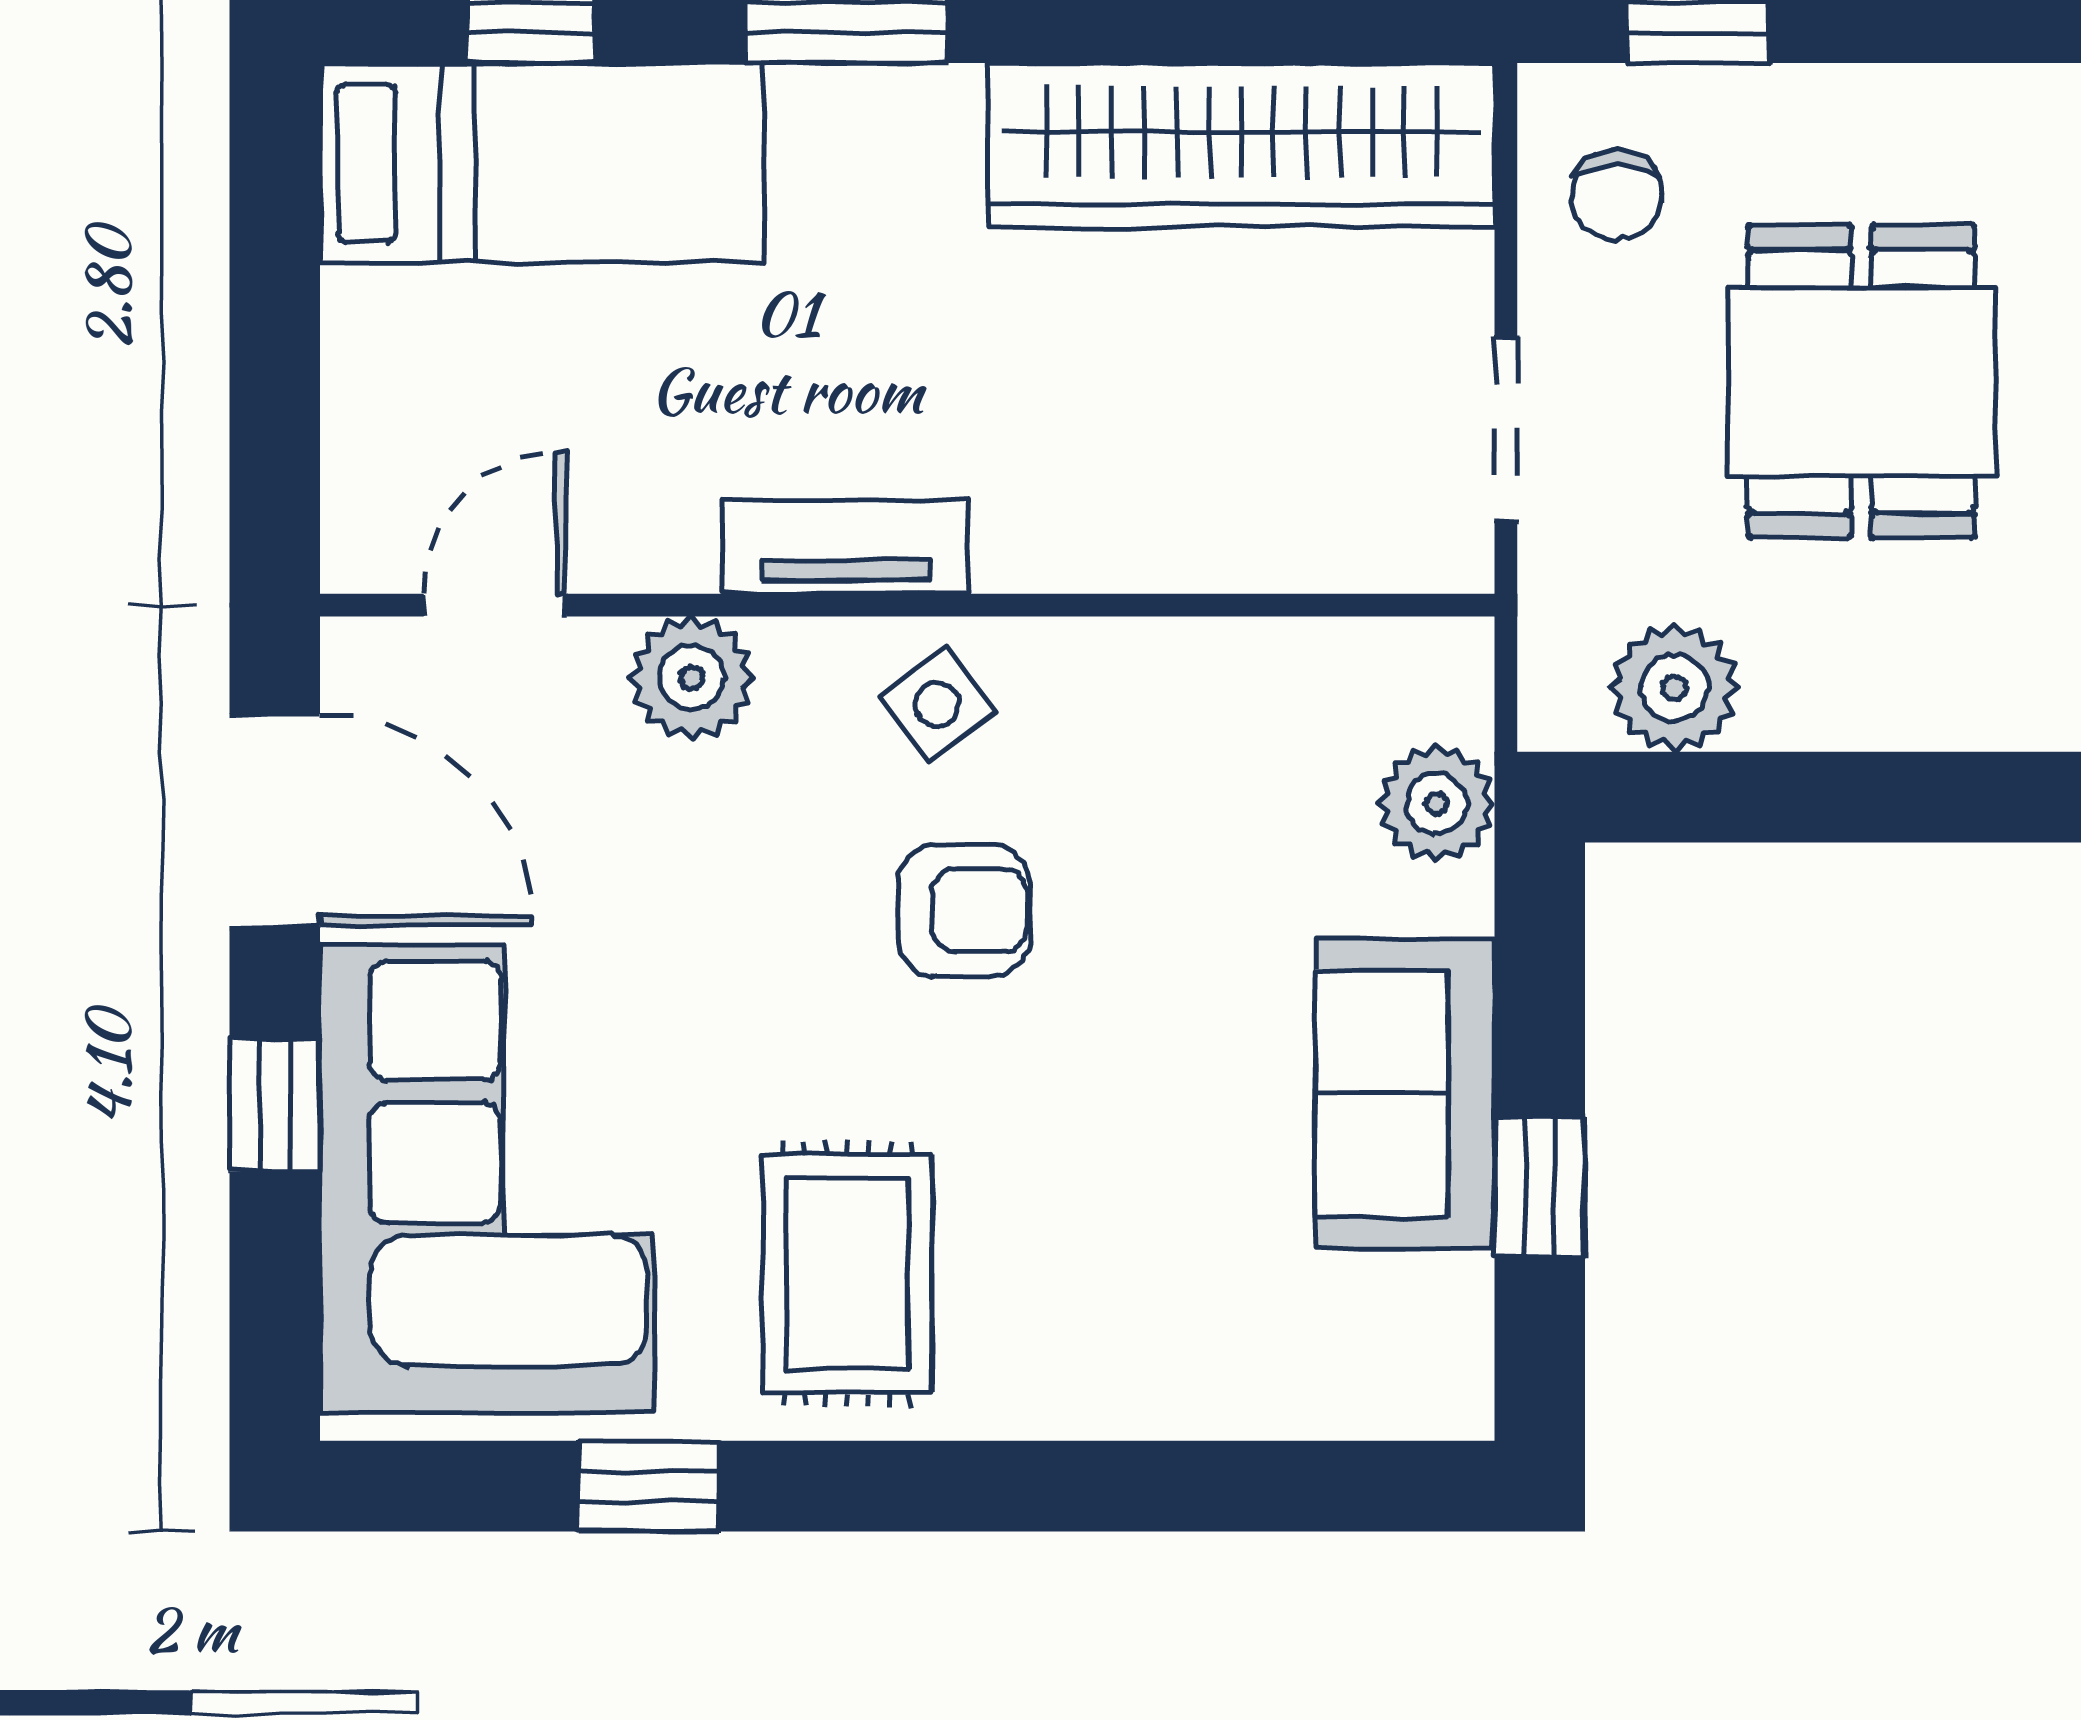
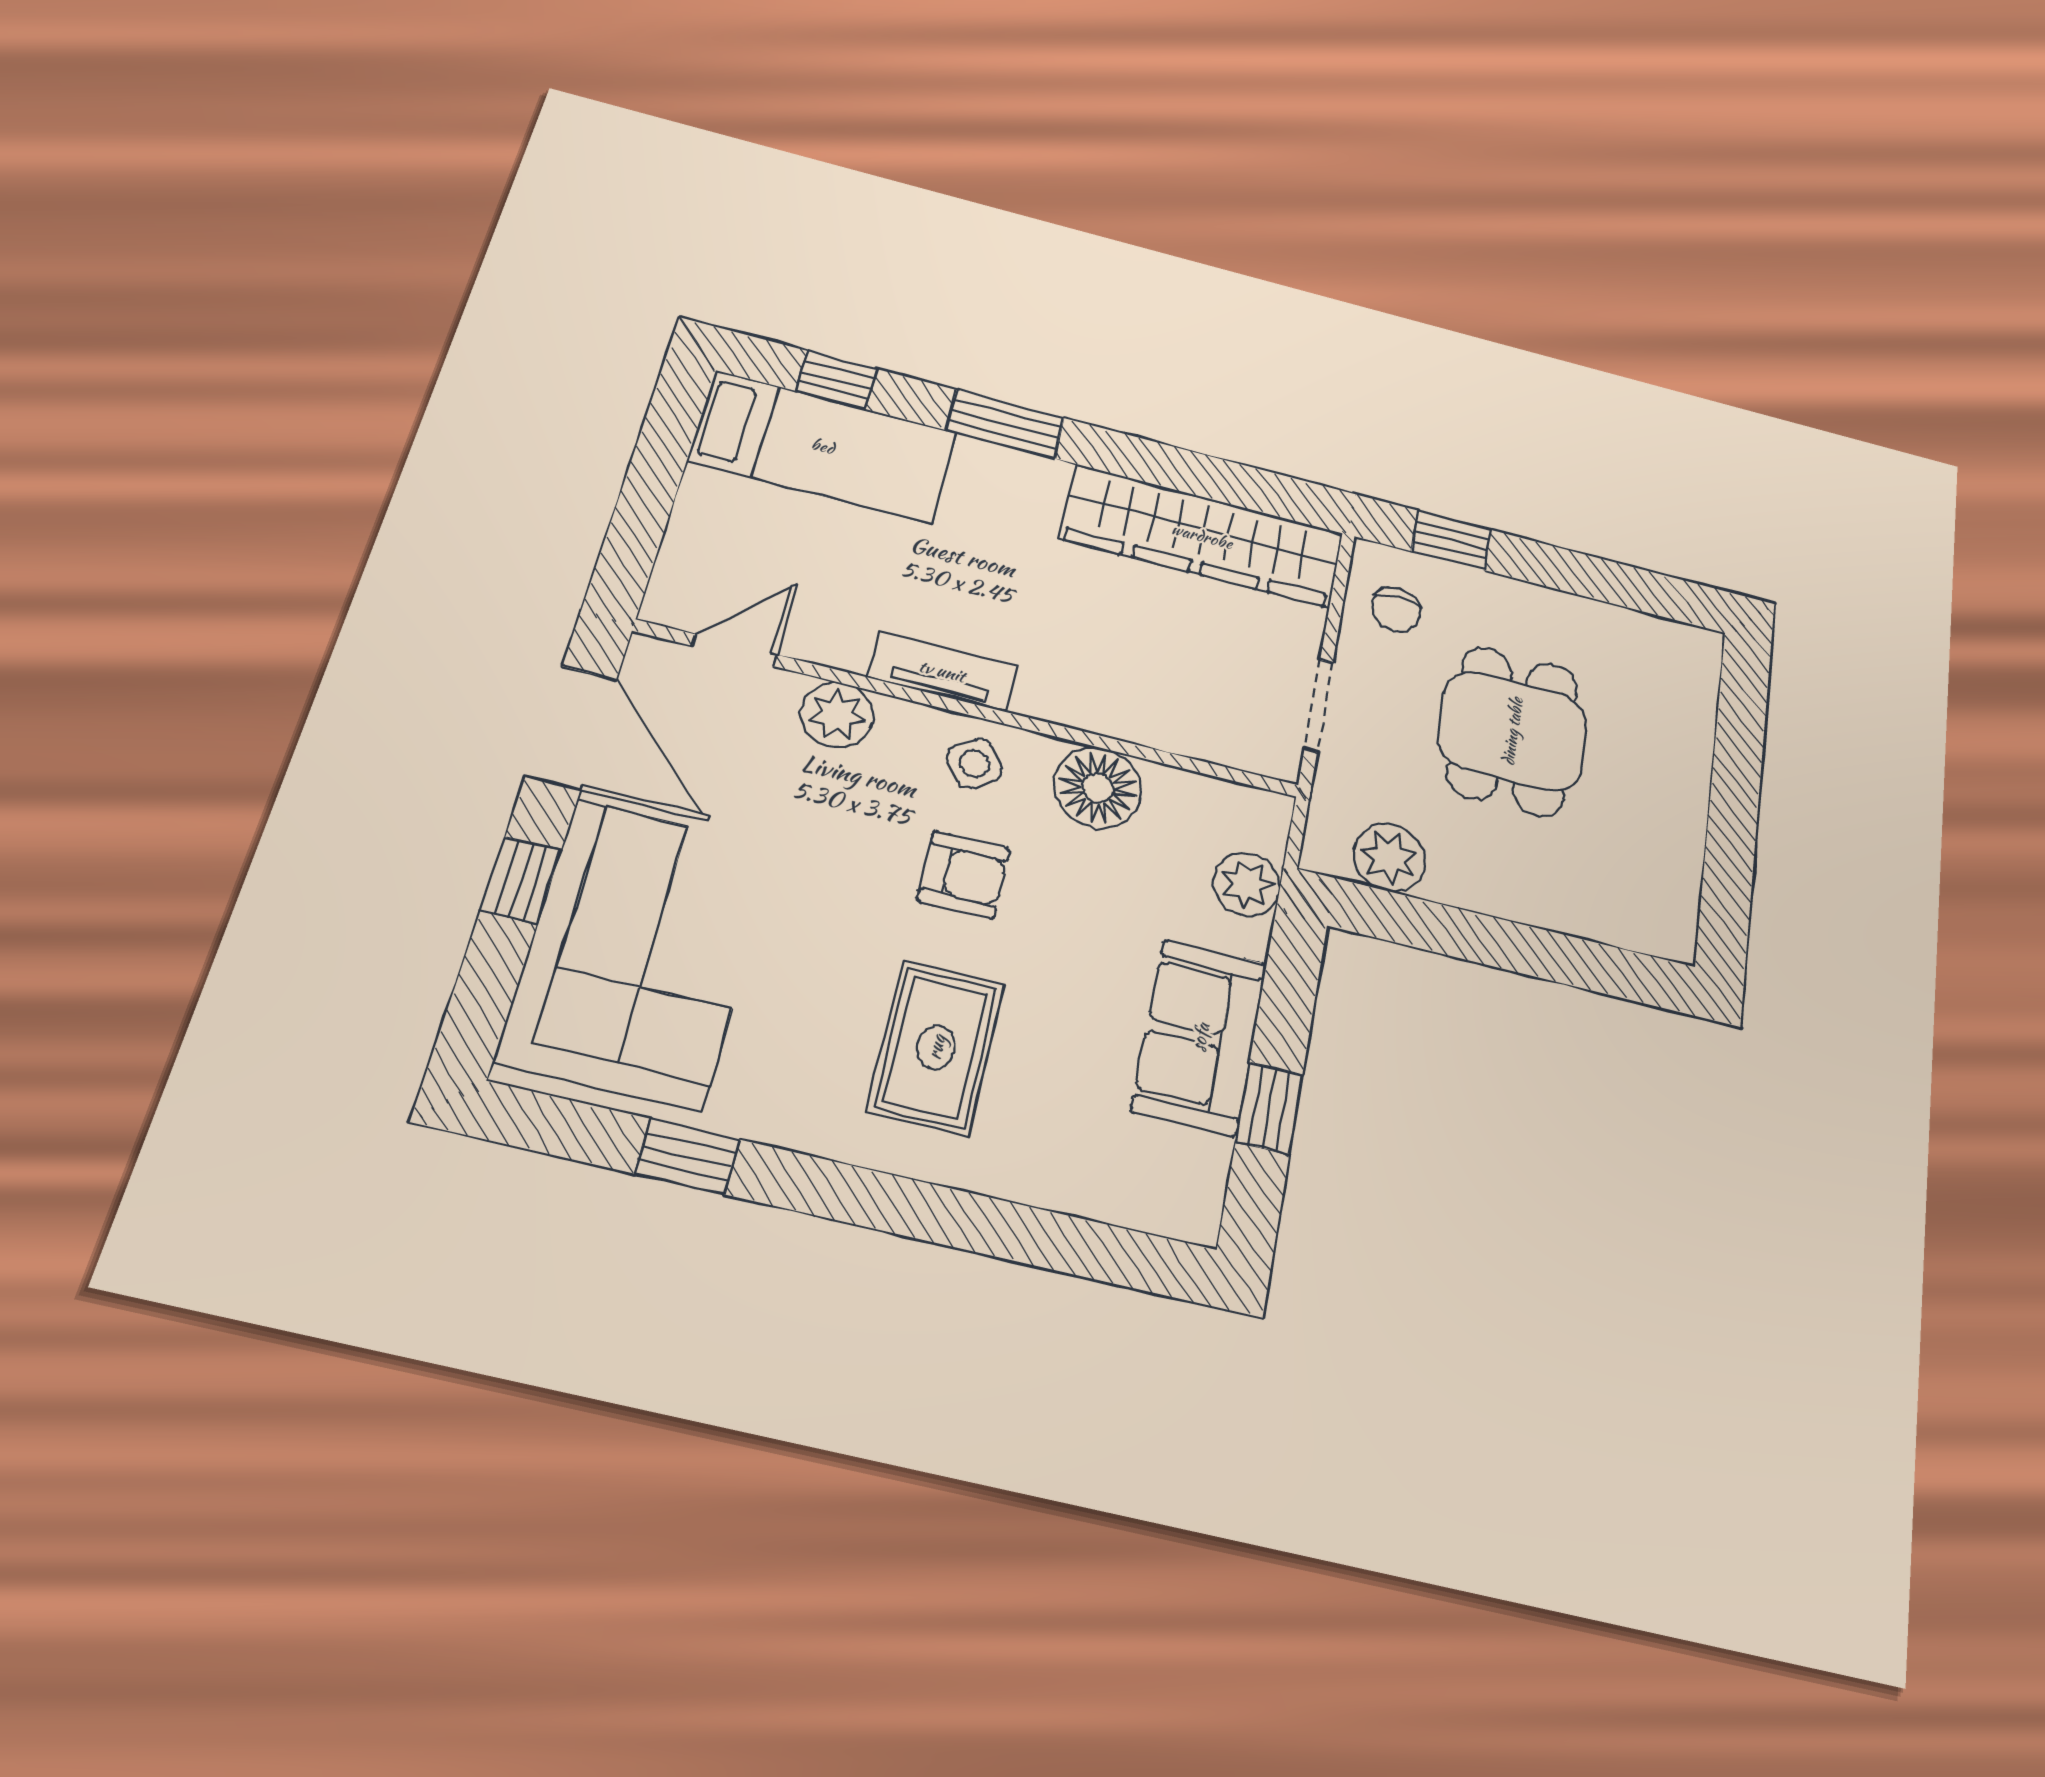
floor lamp: (1152, 693) -> (1098, 788), added
rug: (847, 1274) -> (936, 1047), moved

